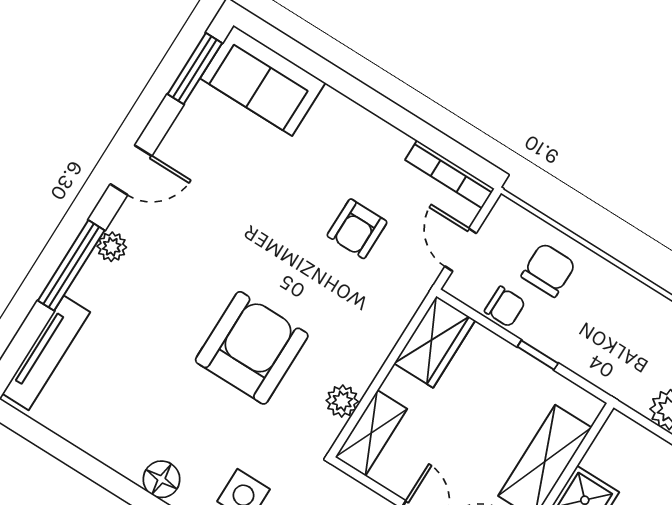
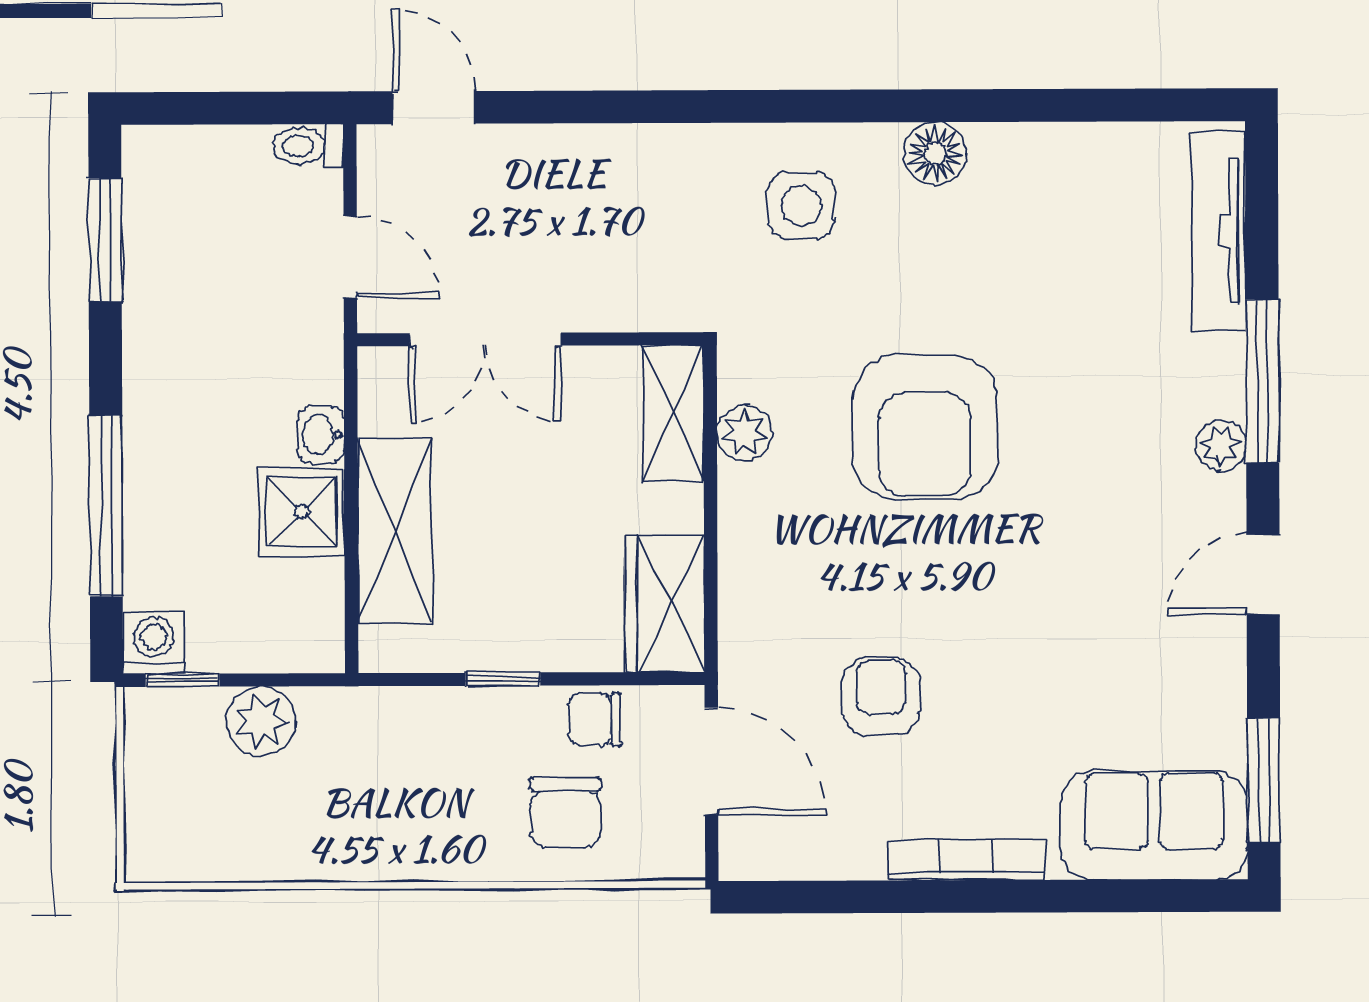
bookcase: (450, 174) -> (966, 860), moved
door: (461, 250) -> (711, 761), width x1.38

